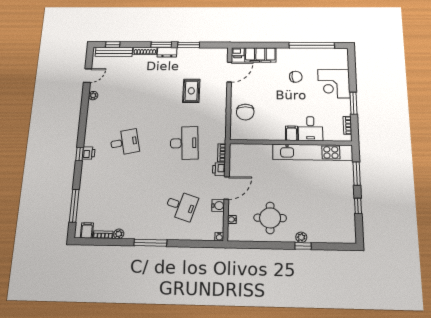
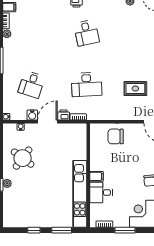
door: (227, 188) -> (47, 122), swing flipped
round table: (270, 218) -> (23, 158), turned 37

